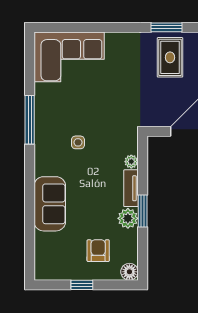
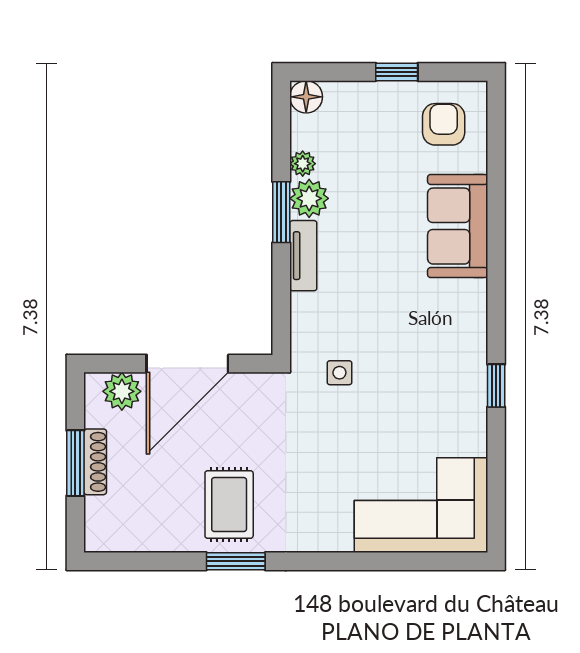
window: (30, 120) -> (496, 386), width x0.46
side table: (78, 142) -> (339, 373), moved
plant: (131, 162) -> (303, 164), moved
armchair: (98, 251) -> (444, 124), moved, turned 180

